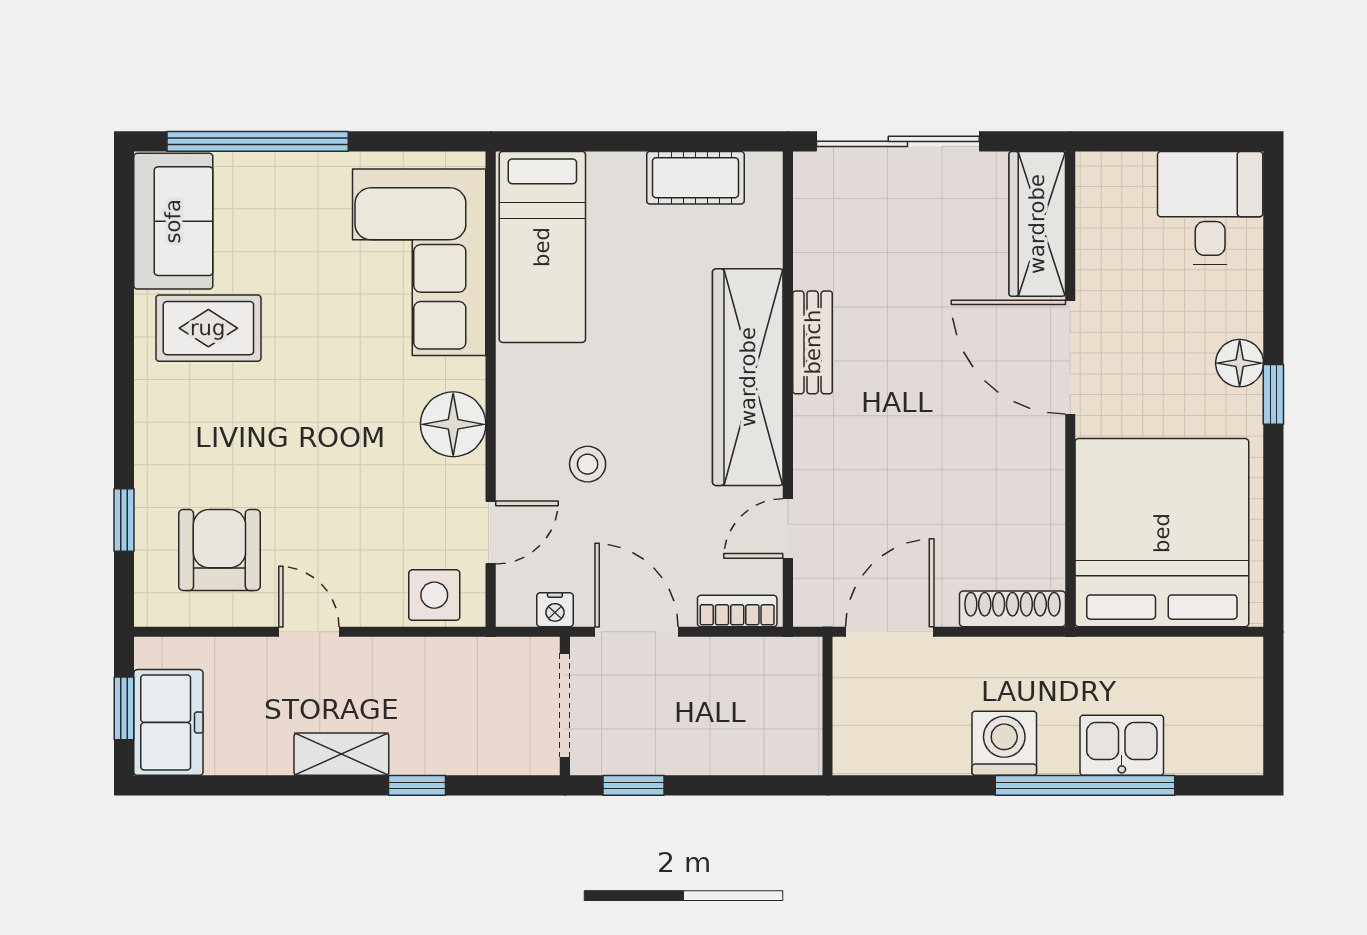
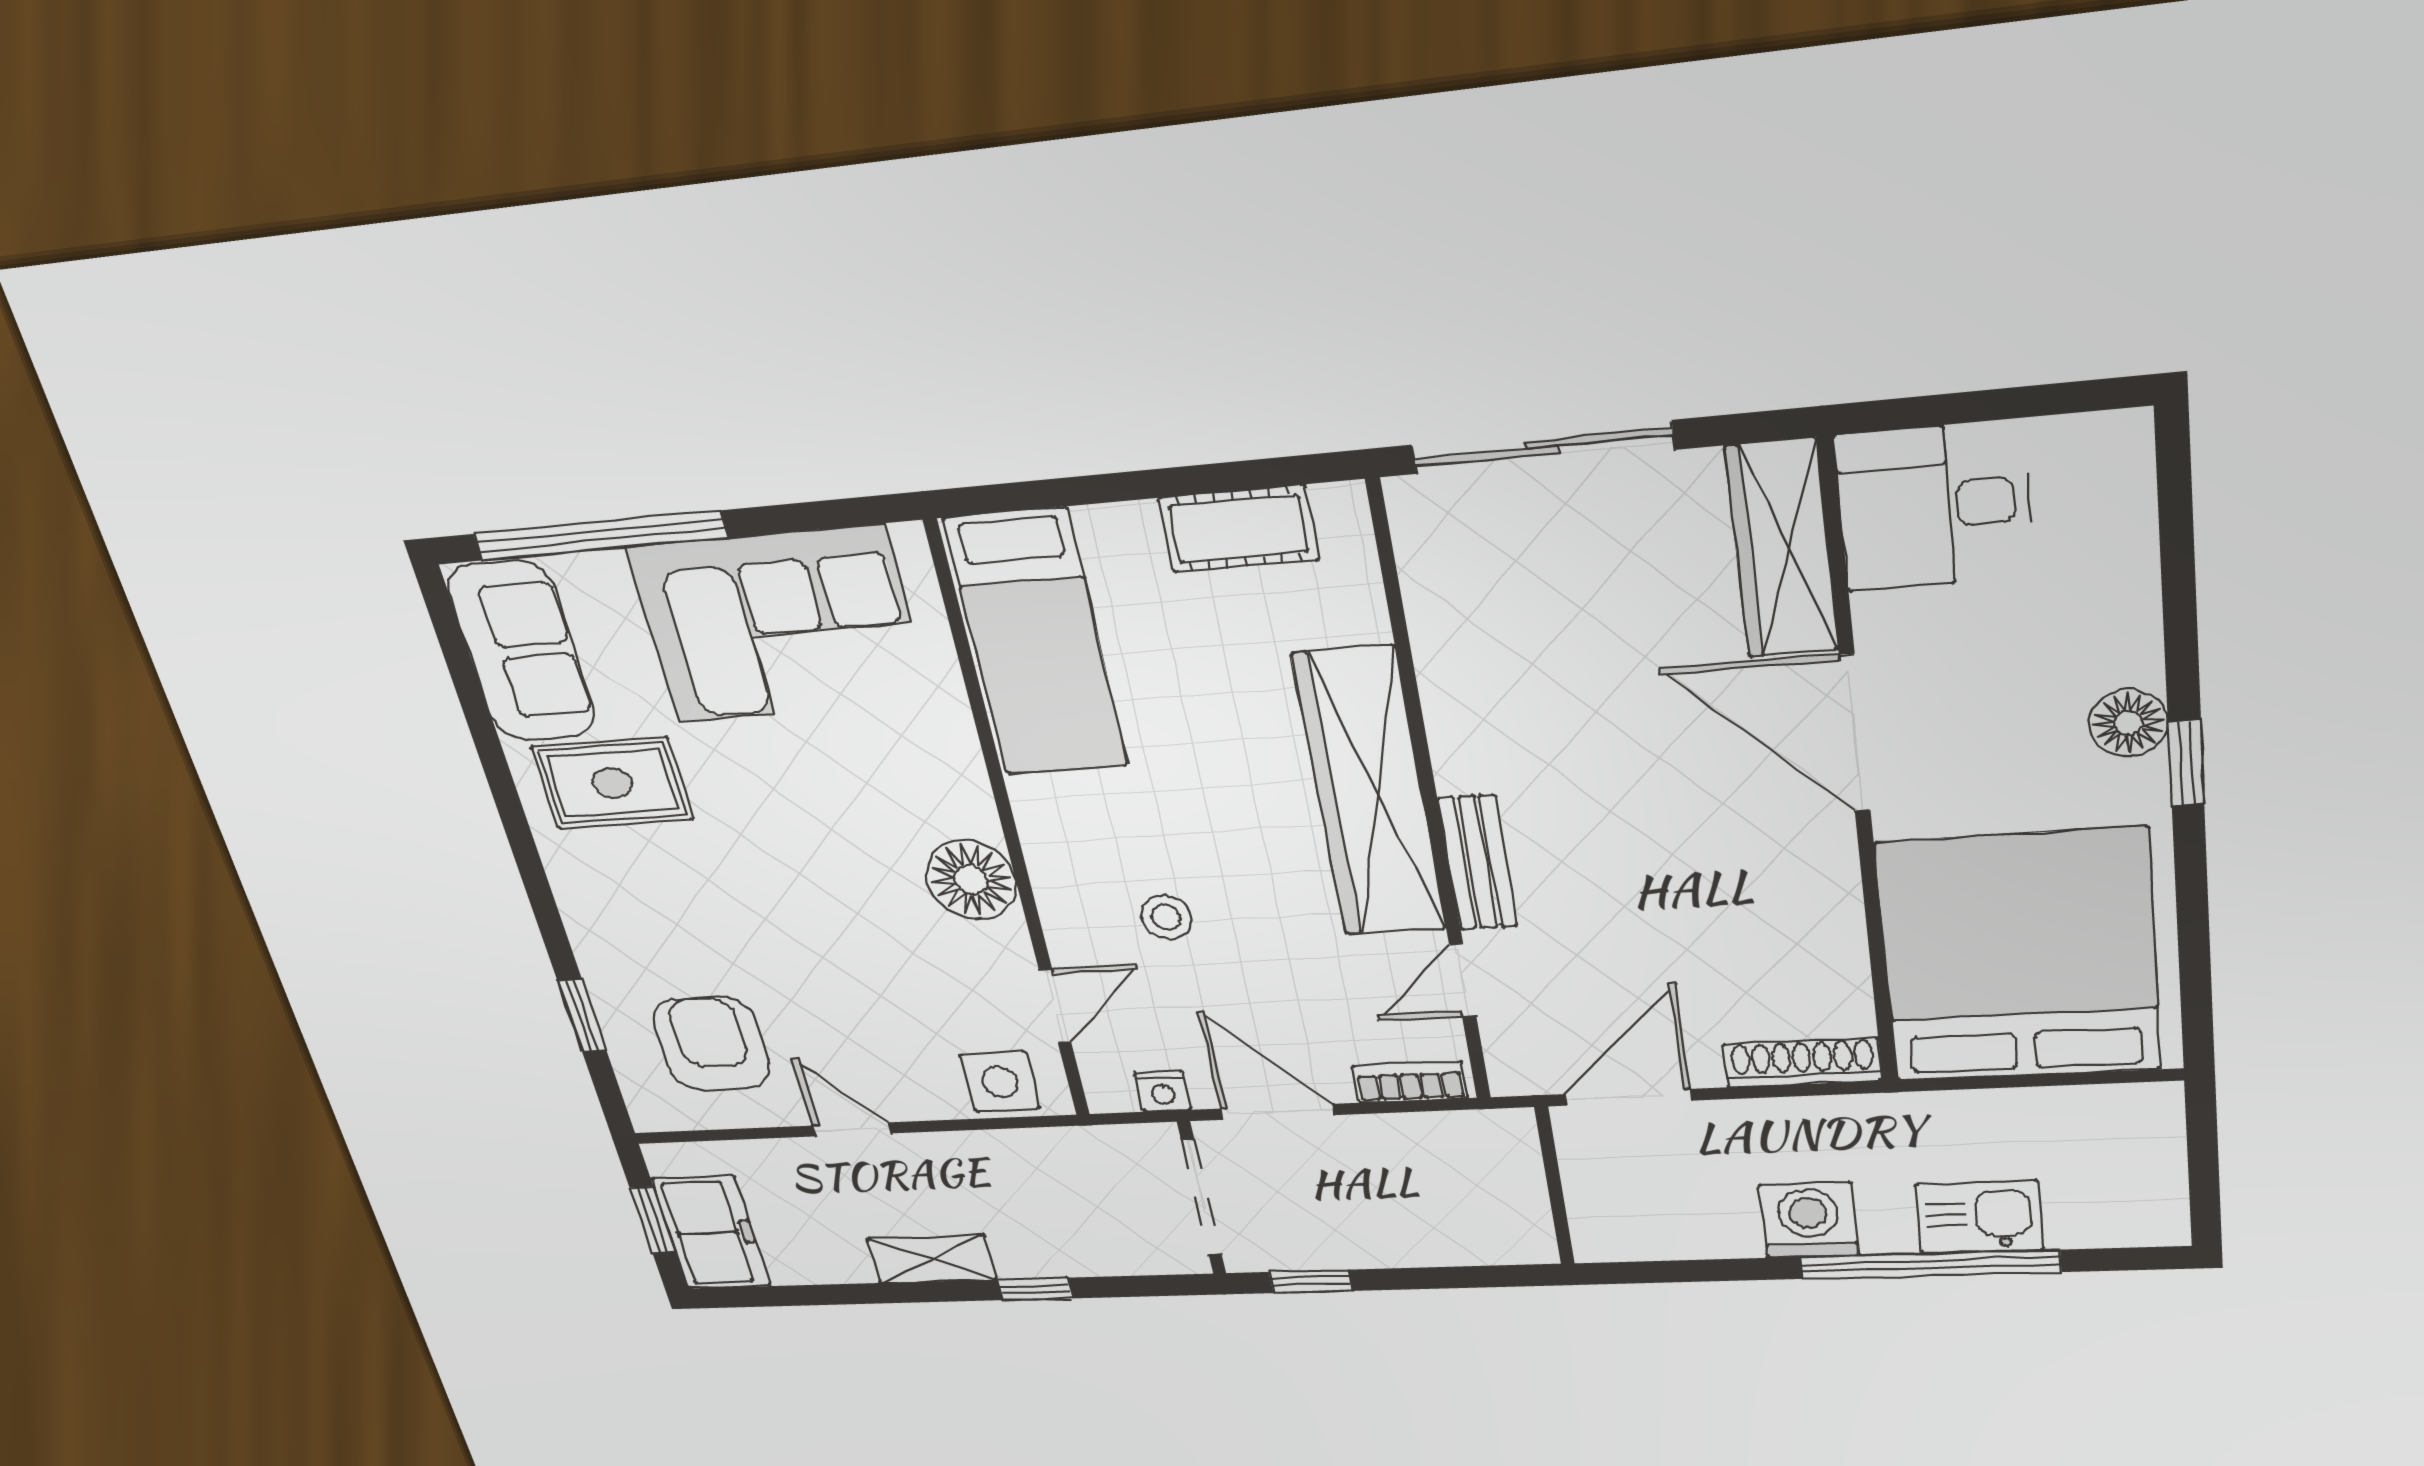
desk: (1210, 208) -> (1934, 506), moved, turned -90
corner sofa: (419, 262) -> (779, 625), moved, turned -90
bench: (813, 342) -> (1478, 863), moved

